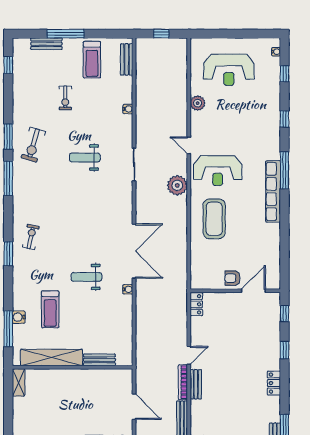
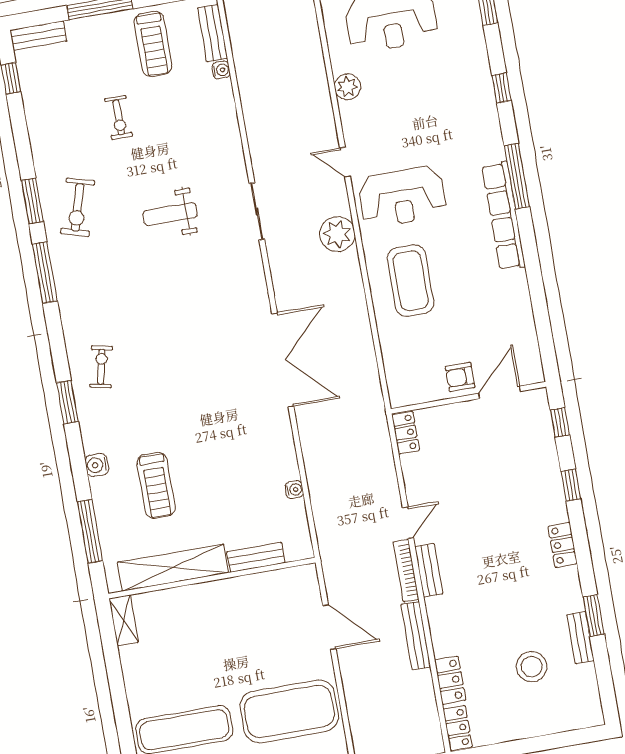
bench: (46, 44) -> (38, 36), moved
water cooler: (128, 109) -> (221, 70), moved
weight bench: (86, 277) -> (209, 419), removed
water cooler: (128, 289) -> (294, 490), moved
water cooler: (19, 317) -> (97, 465), moved

